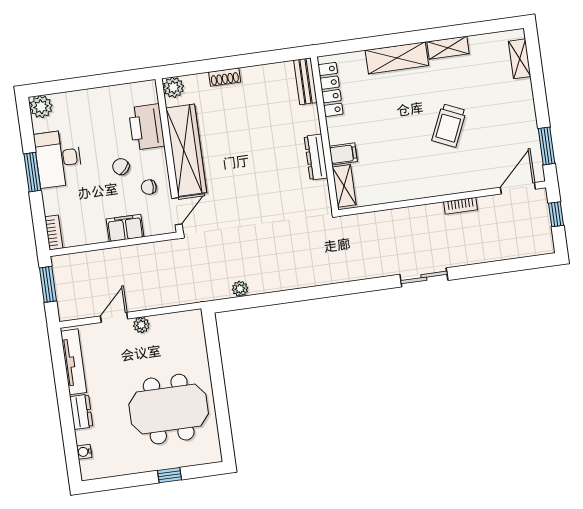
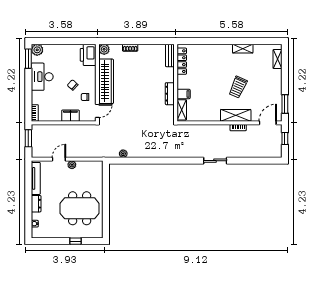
shelving: (397, 58) -> (236, 115), moved
printer: (146, 127) -> (88, 55), moved
window: (32, 172) -> (28, 59), moved

